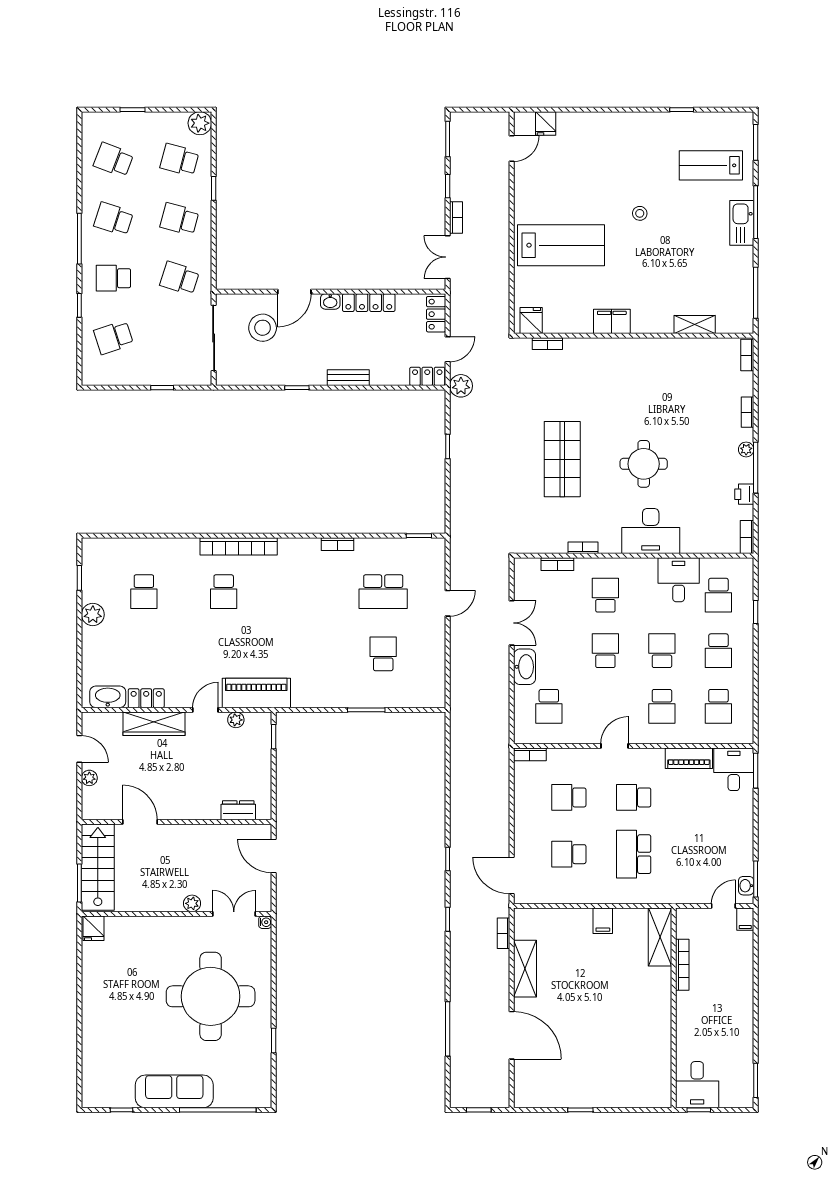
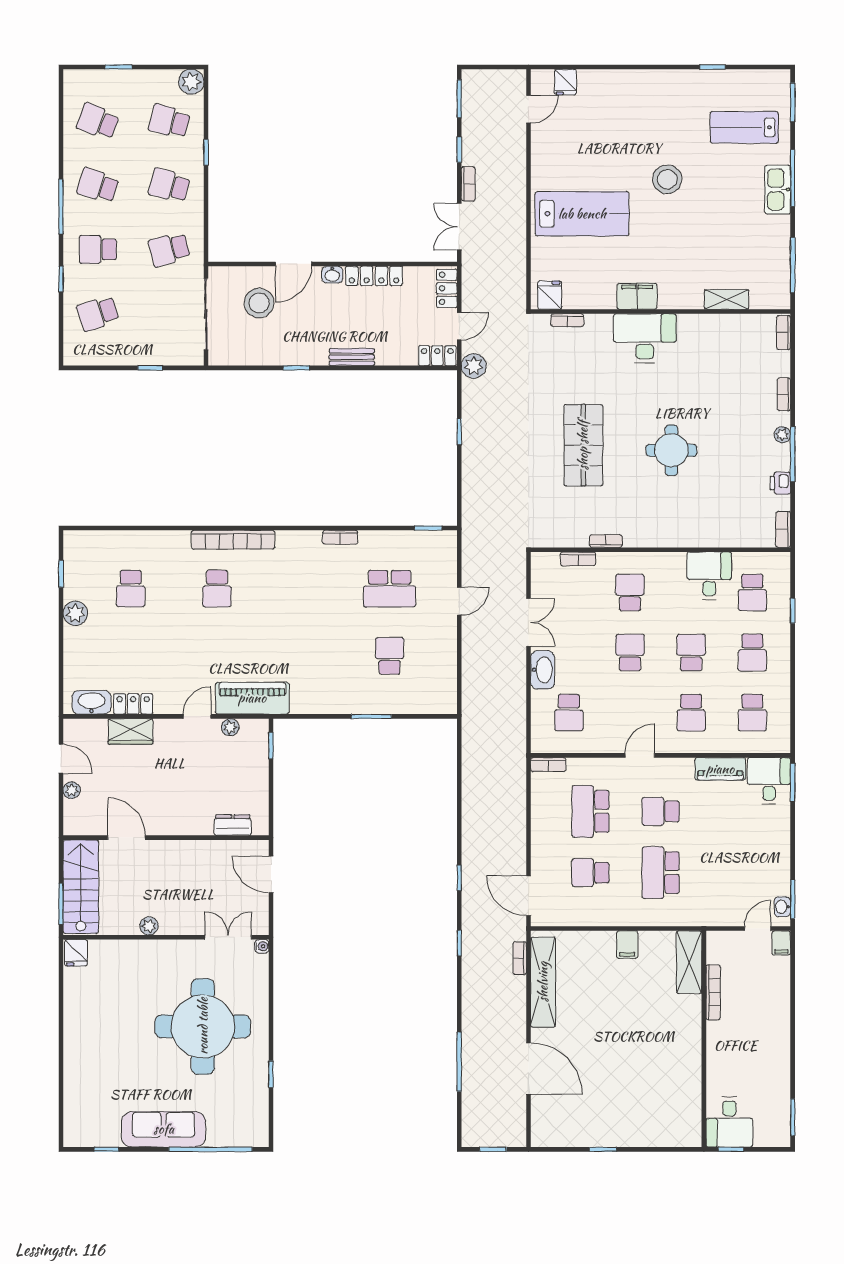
stool: (640, 213) -> (667, 179), width x1.89, depth x1.89
school desk: (179, 278) -> (169, 249), turned -33
desk: (651, 531) -> (645, 338), moved, turned 180
wardrobe: (154, 724) -> (131, 731), width x0.67
school desk: (569, 797) -> (590, 811), width x1.85
plant: (192, 903) -> (149, 926), moved
shelving: (525, 969) -> (543, 982), width x1.47

